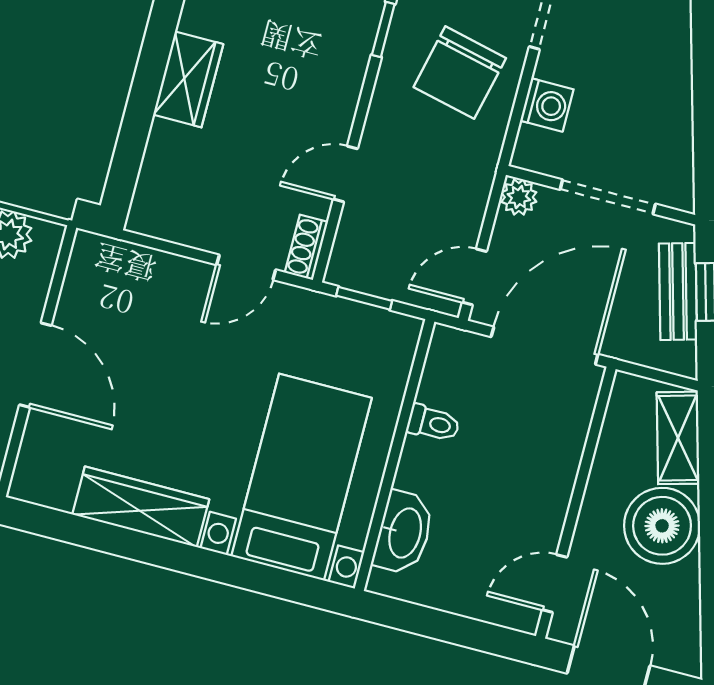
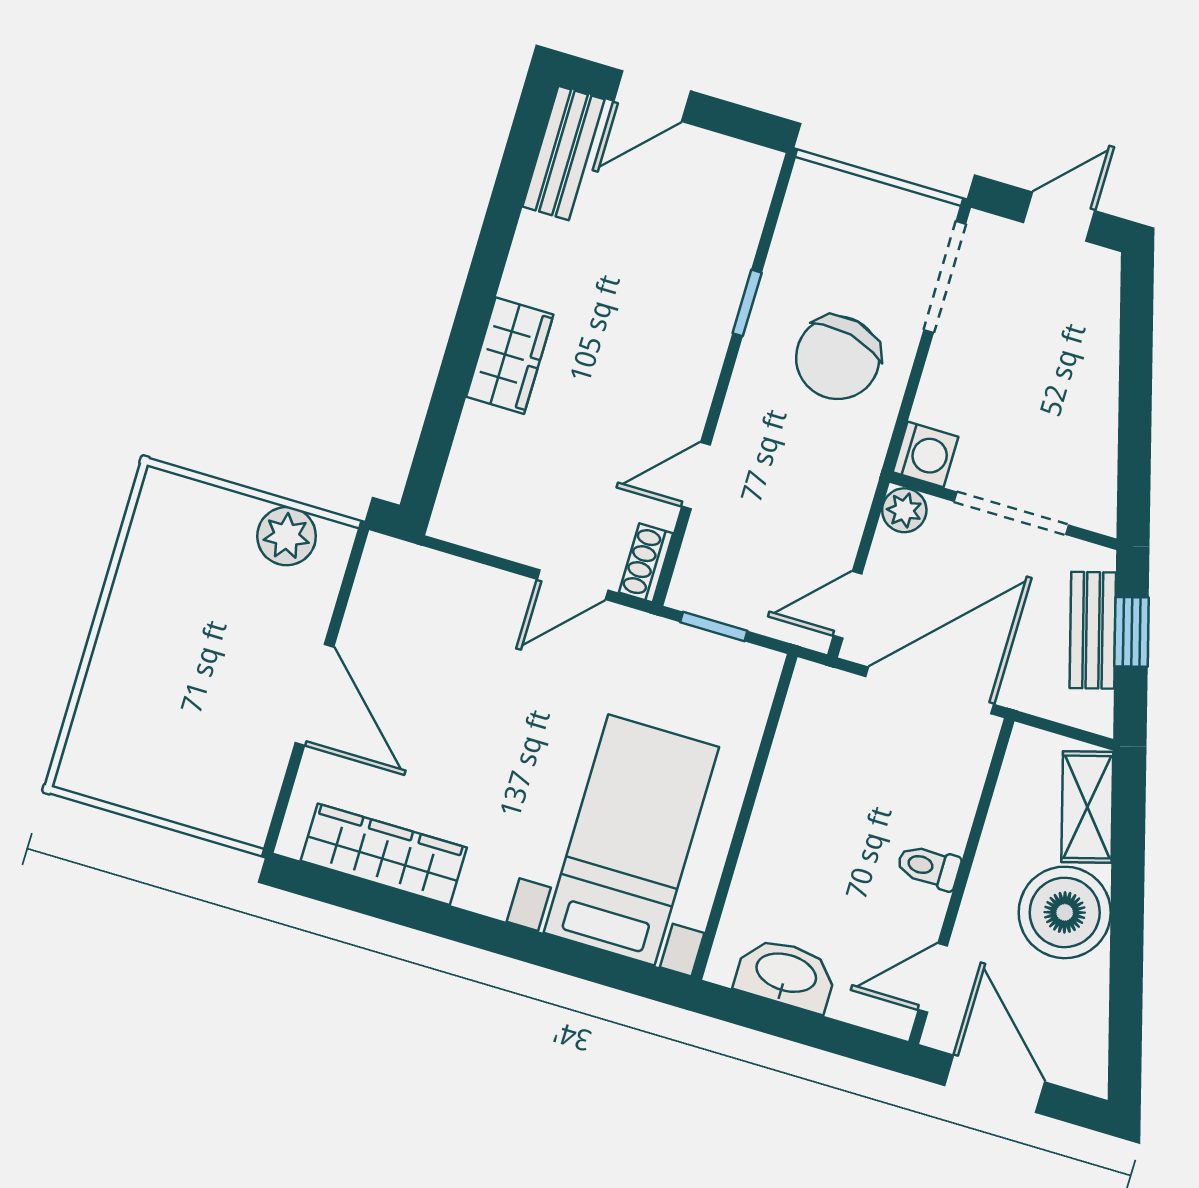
washing machine: (547, 105) -> (926, 454), moved
toilet: (433, 423) -> (929, 867), moved, turned 180
wardrobe: (141, 507) -> (384, 854), moved
washbasin: (404, 533) -> (786, 974), moved, turned -90

